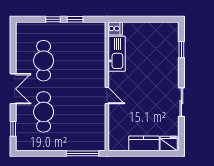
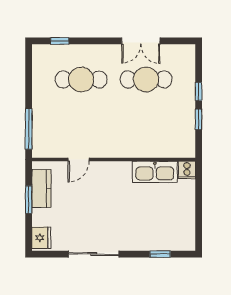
double door: (13, 89) -> (141, 41), moved
door: (107, 96) -> (78, 160), moved
sliding door: (181, 102) -> (94, 254), width x1.37
kitchen counter: (144, 143) -> (41, 189), moved
window: (138, 153) -> (29, 200), added

